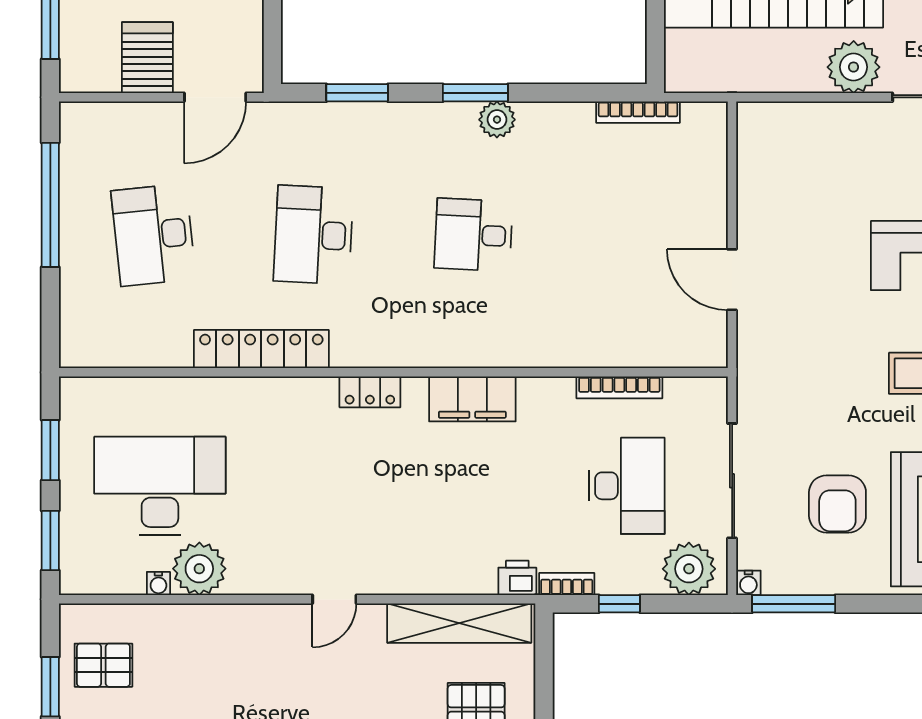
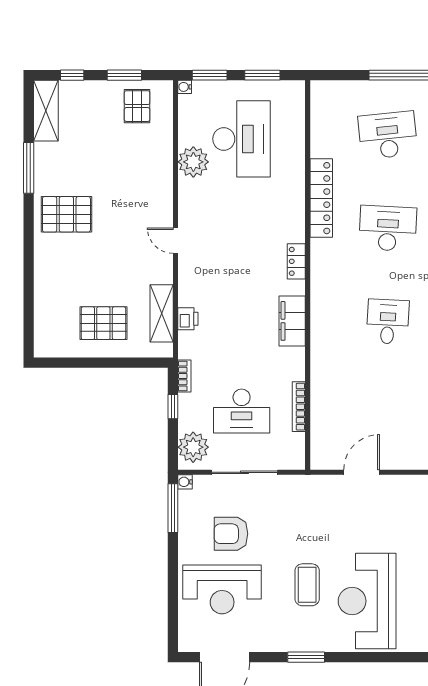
printer: (517, 578) -> (188, 319), moved
water cooler: (158, 584) -> (185, 87), moved
shelving: (459, 623) -> (162, 313), width x0.68

